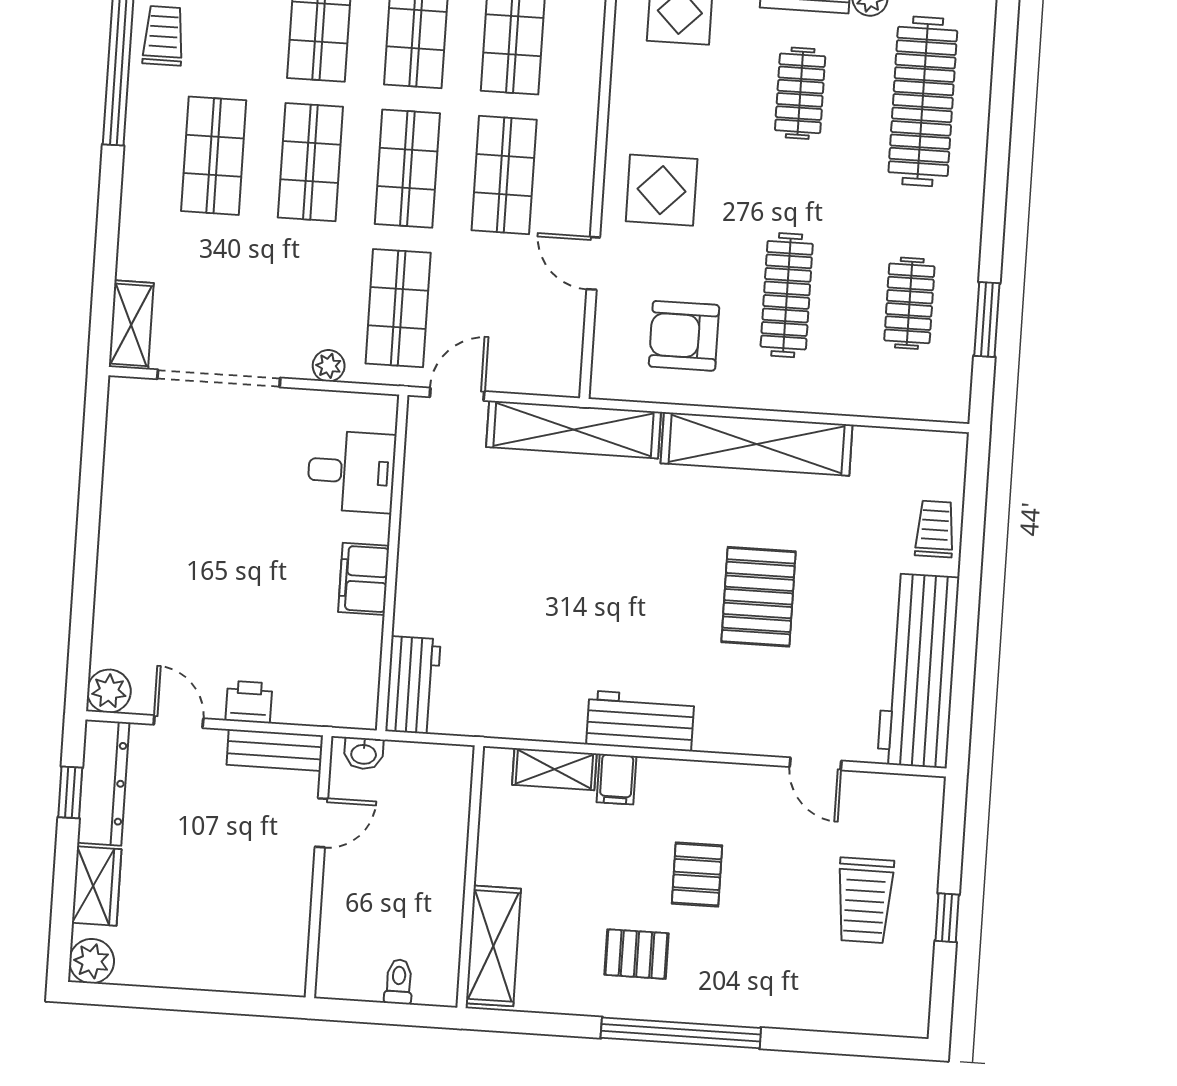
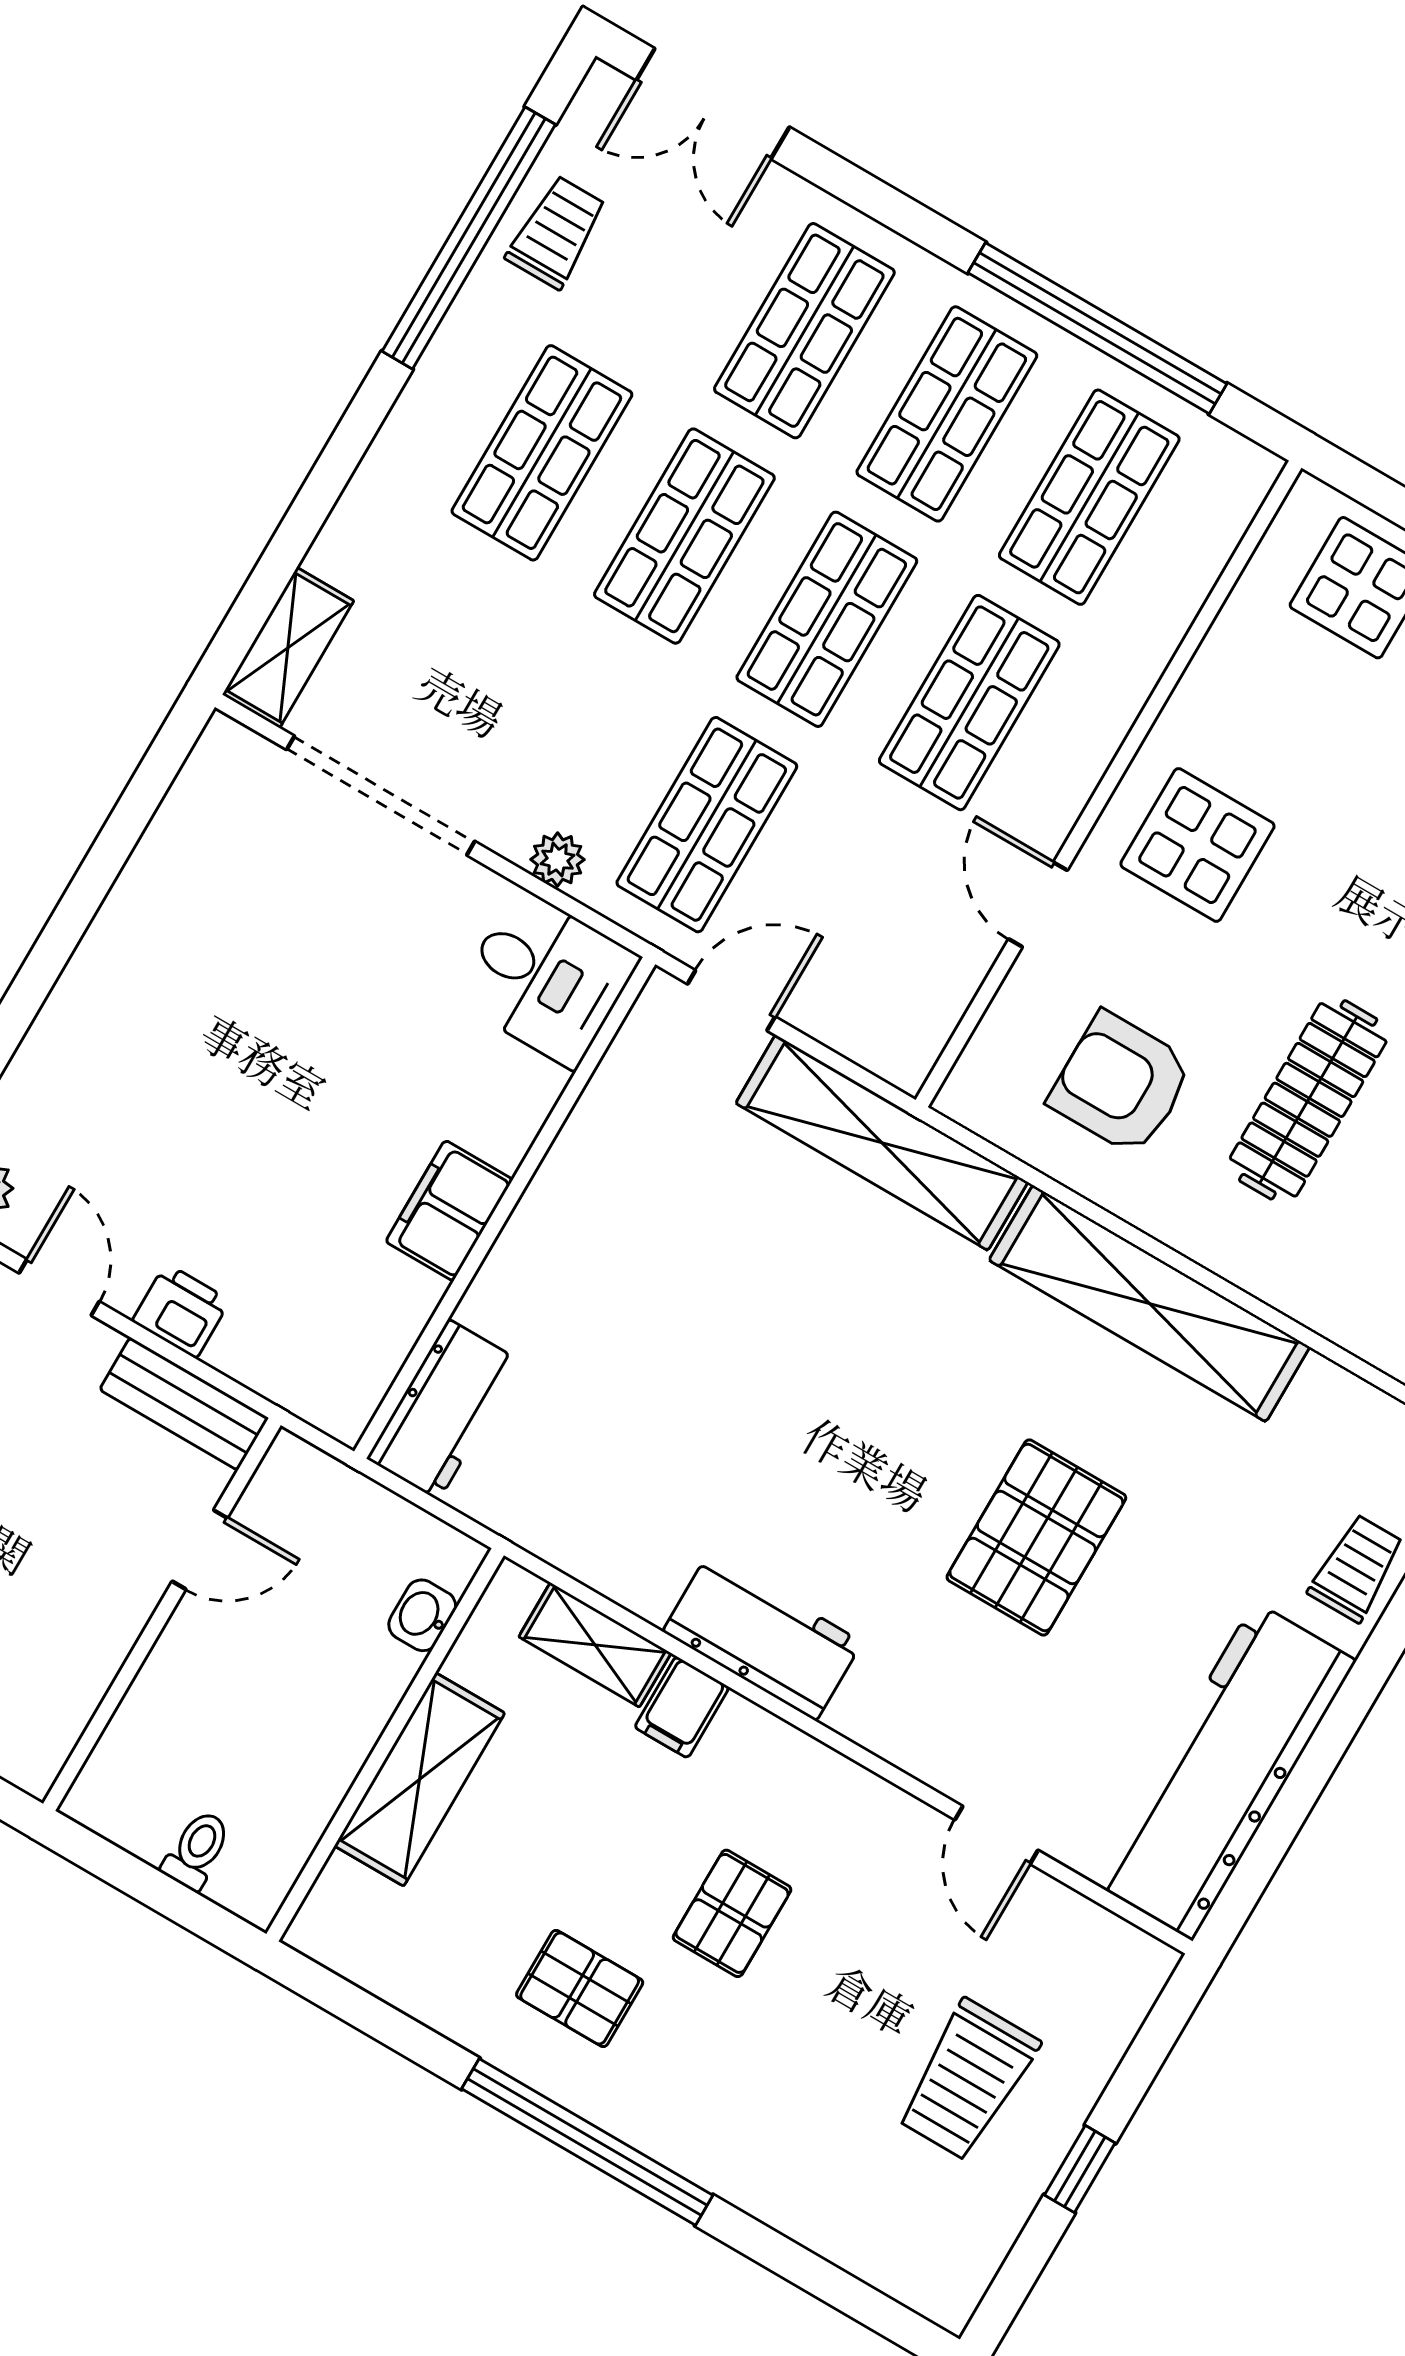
desk: (351, 472) -> (547, 978), moved
washbasin: (364, 753) -> (422, 1615), moved, turned 90
shelving: (493, 946) -> (420, 1779), moved

